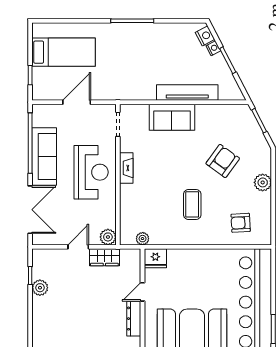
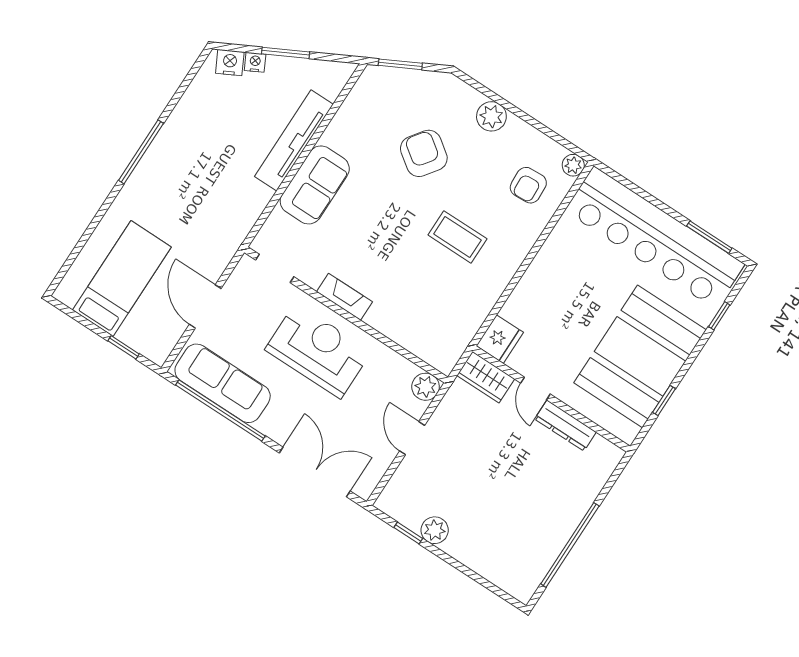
sofa: (44, 157) -> (223, 383), moved
plant: (143, 239) -> (573, 165), moved
wardrobe: (104, 257) -> (486, 377), moved, turned 90

